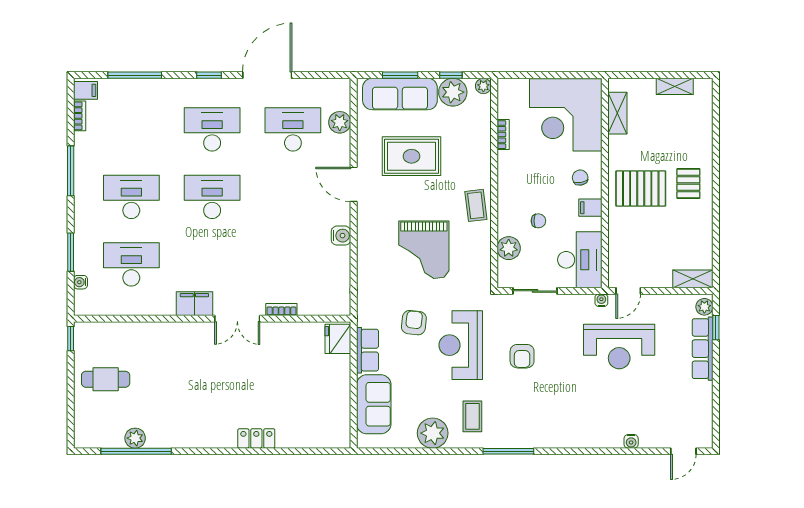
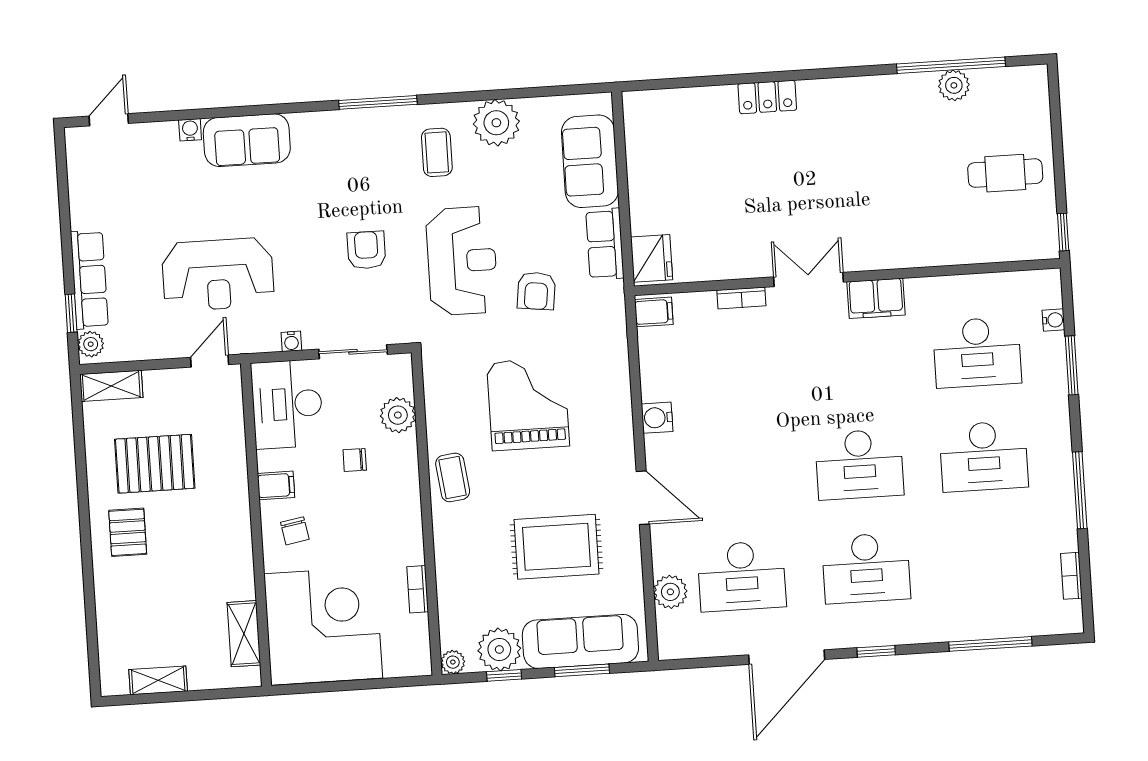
filing cabinet: (86, 90) -> (654, 312), moved, turned 180
pallet: (641, 188) -> (155, 464), moved
water cooler: (601, 300) -> (291, 341), moved
reception desk: (619, 347) -> (218, 275), turned 180
sofa: (595, 432) -> (247, 140), added

